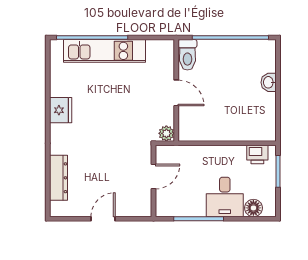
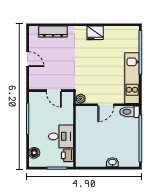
kitchen unit: (105, 51) -> (132, 78), moved
desk: (225, 197) -> (61, 136), moved, turned 180

